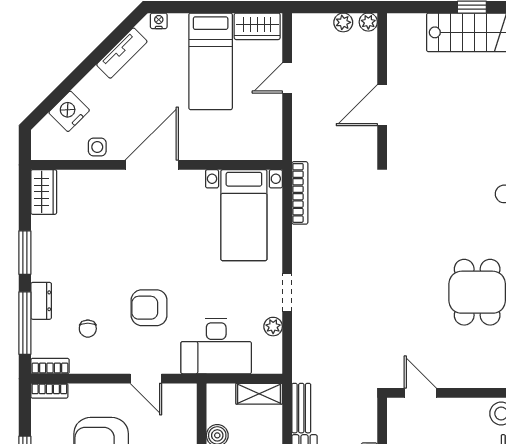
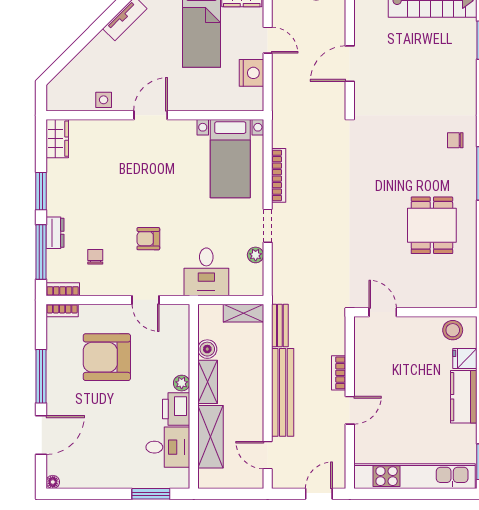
door: (287, 78) -> (268, 40), swing flipped
nightstand: (69, 111) -> (251, 73), moved, turned 135
door: (152, 165) -> (151, 115), width x0.73
bookcase: (300, 193) -> (279, 175), moved
armchair: (149, 308) -> (148, 239), width x0.72, depth x0.72
chair: (88, 329) -> (95, 257), turned 180
desk: (216, 346) -> (206, 272), width x0.73

